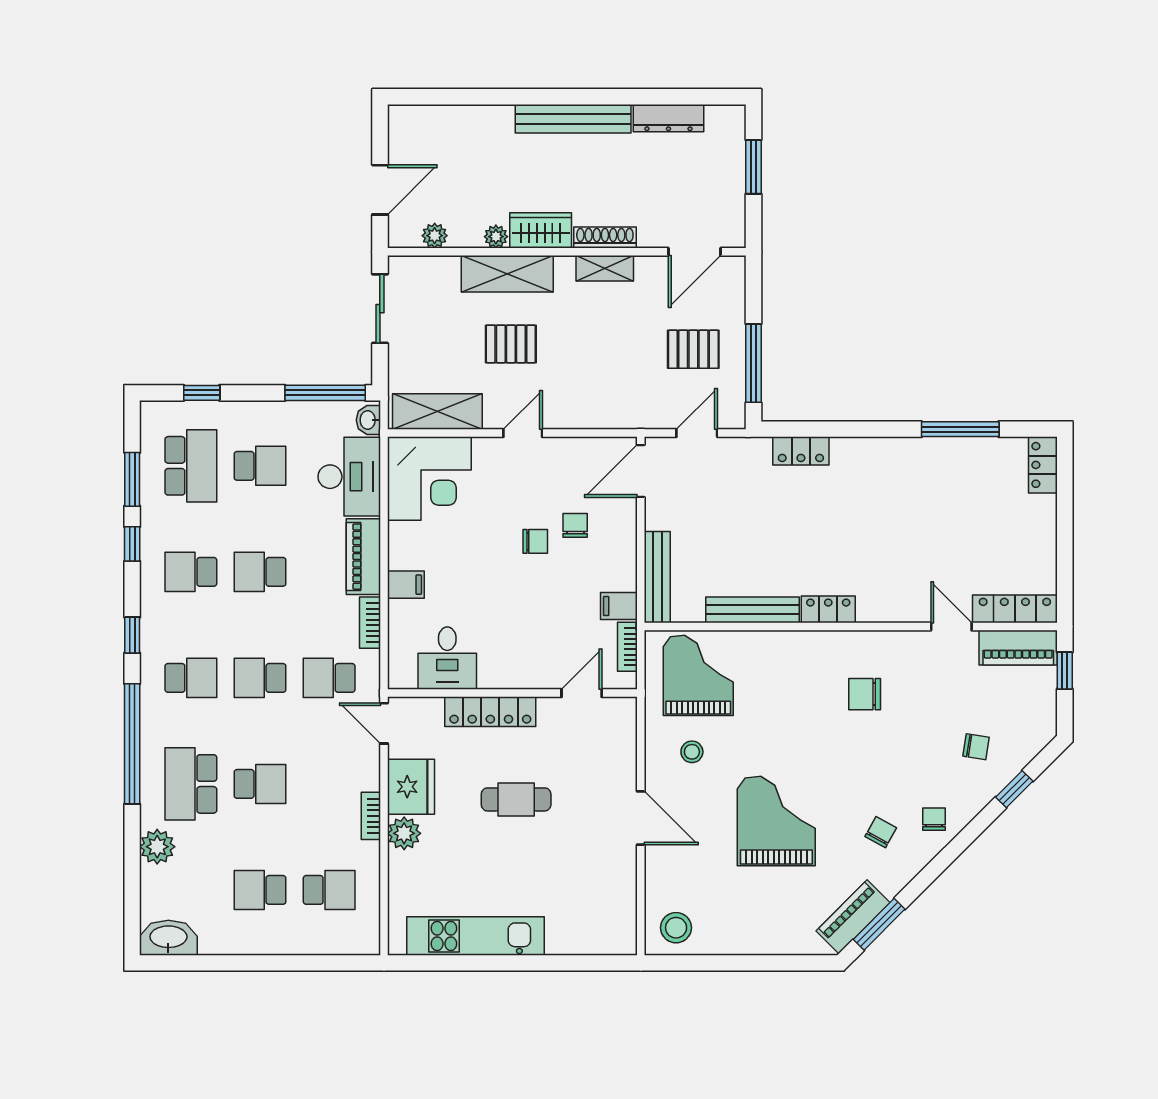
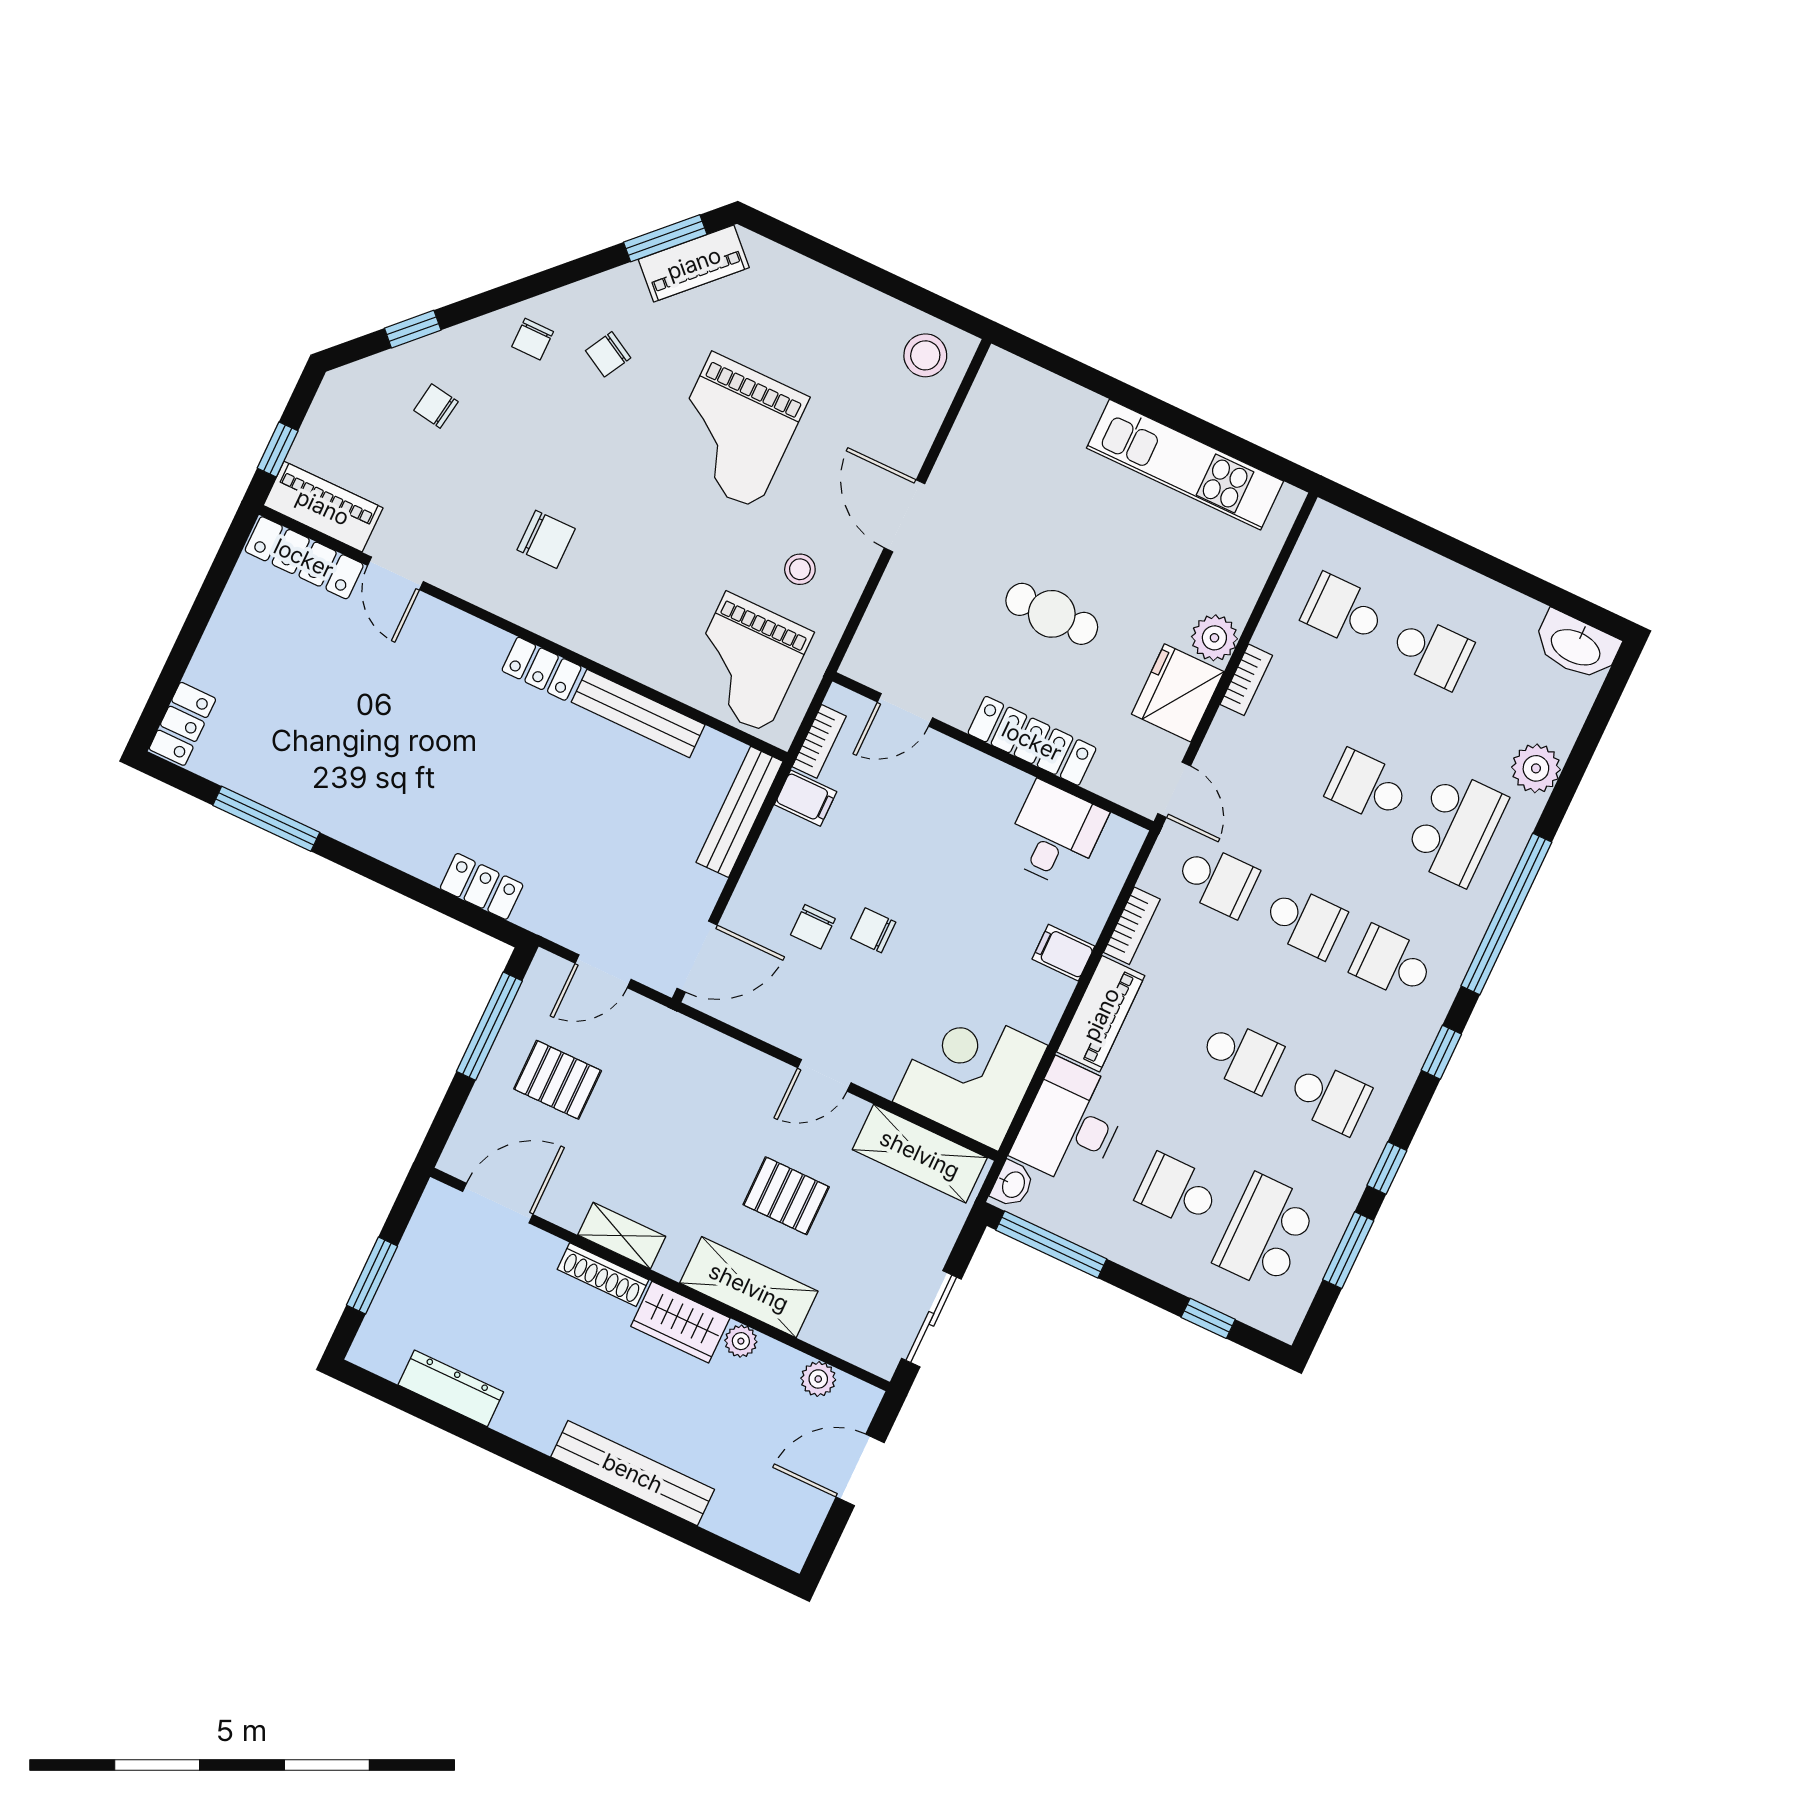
bench: (573, 119) -> (633, 1473), moved

